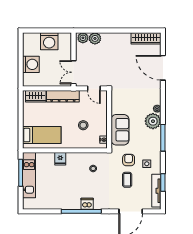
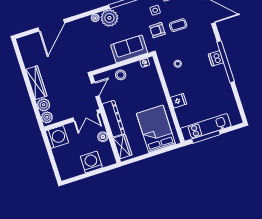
wardrobe: (146, 38) -> (36, 83), moved
washing machine: (49, 41) -> (57, 137), moved
boiler: (50, 82) -> (103, 137), added
stool: (83, 125) -> (121, 75), moved
bed: (42, 135) -> (156, 129), width x1.50

